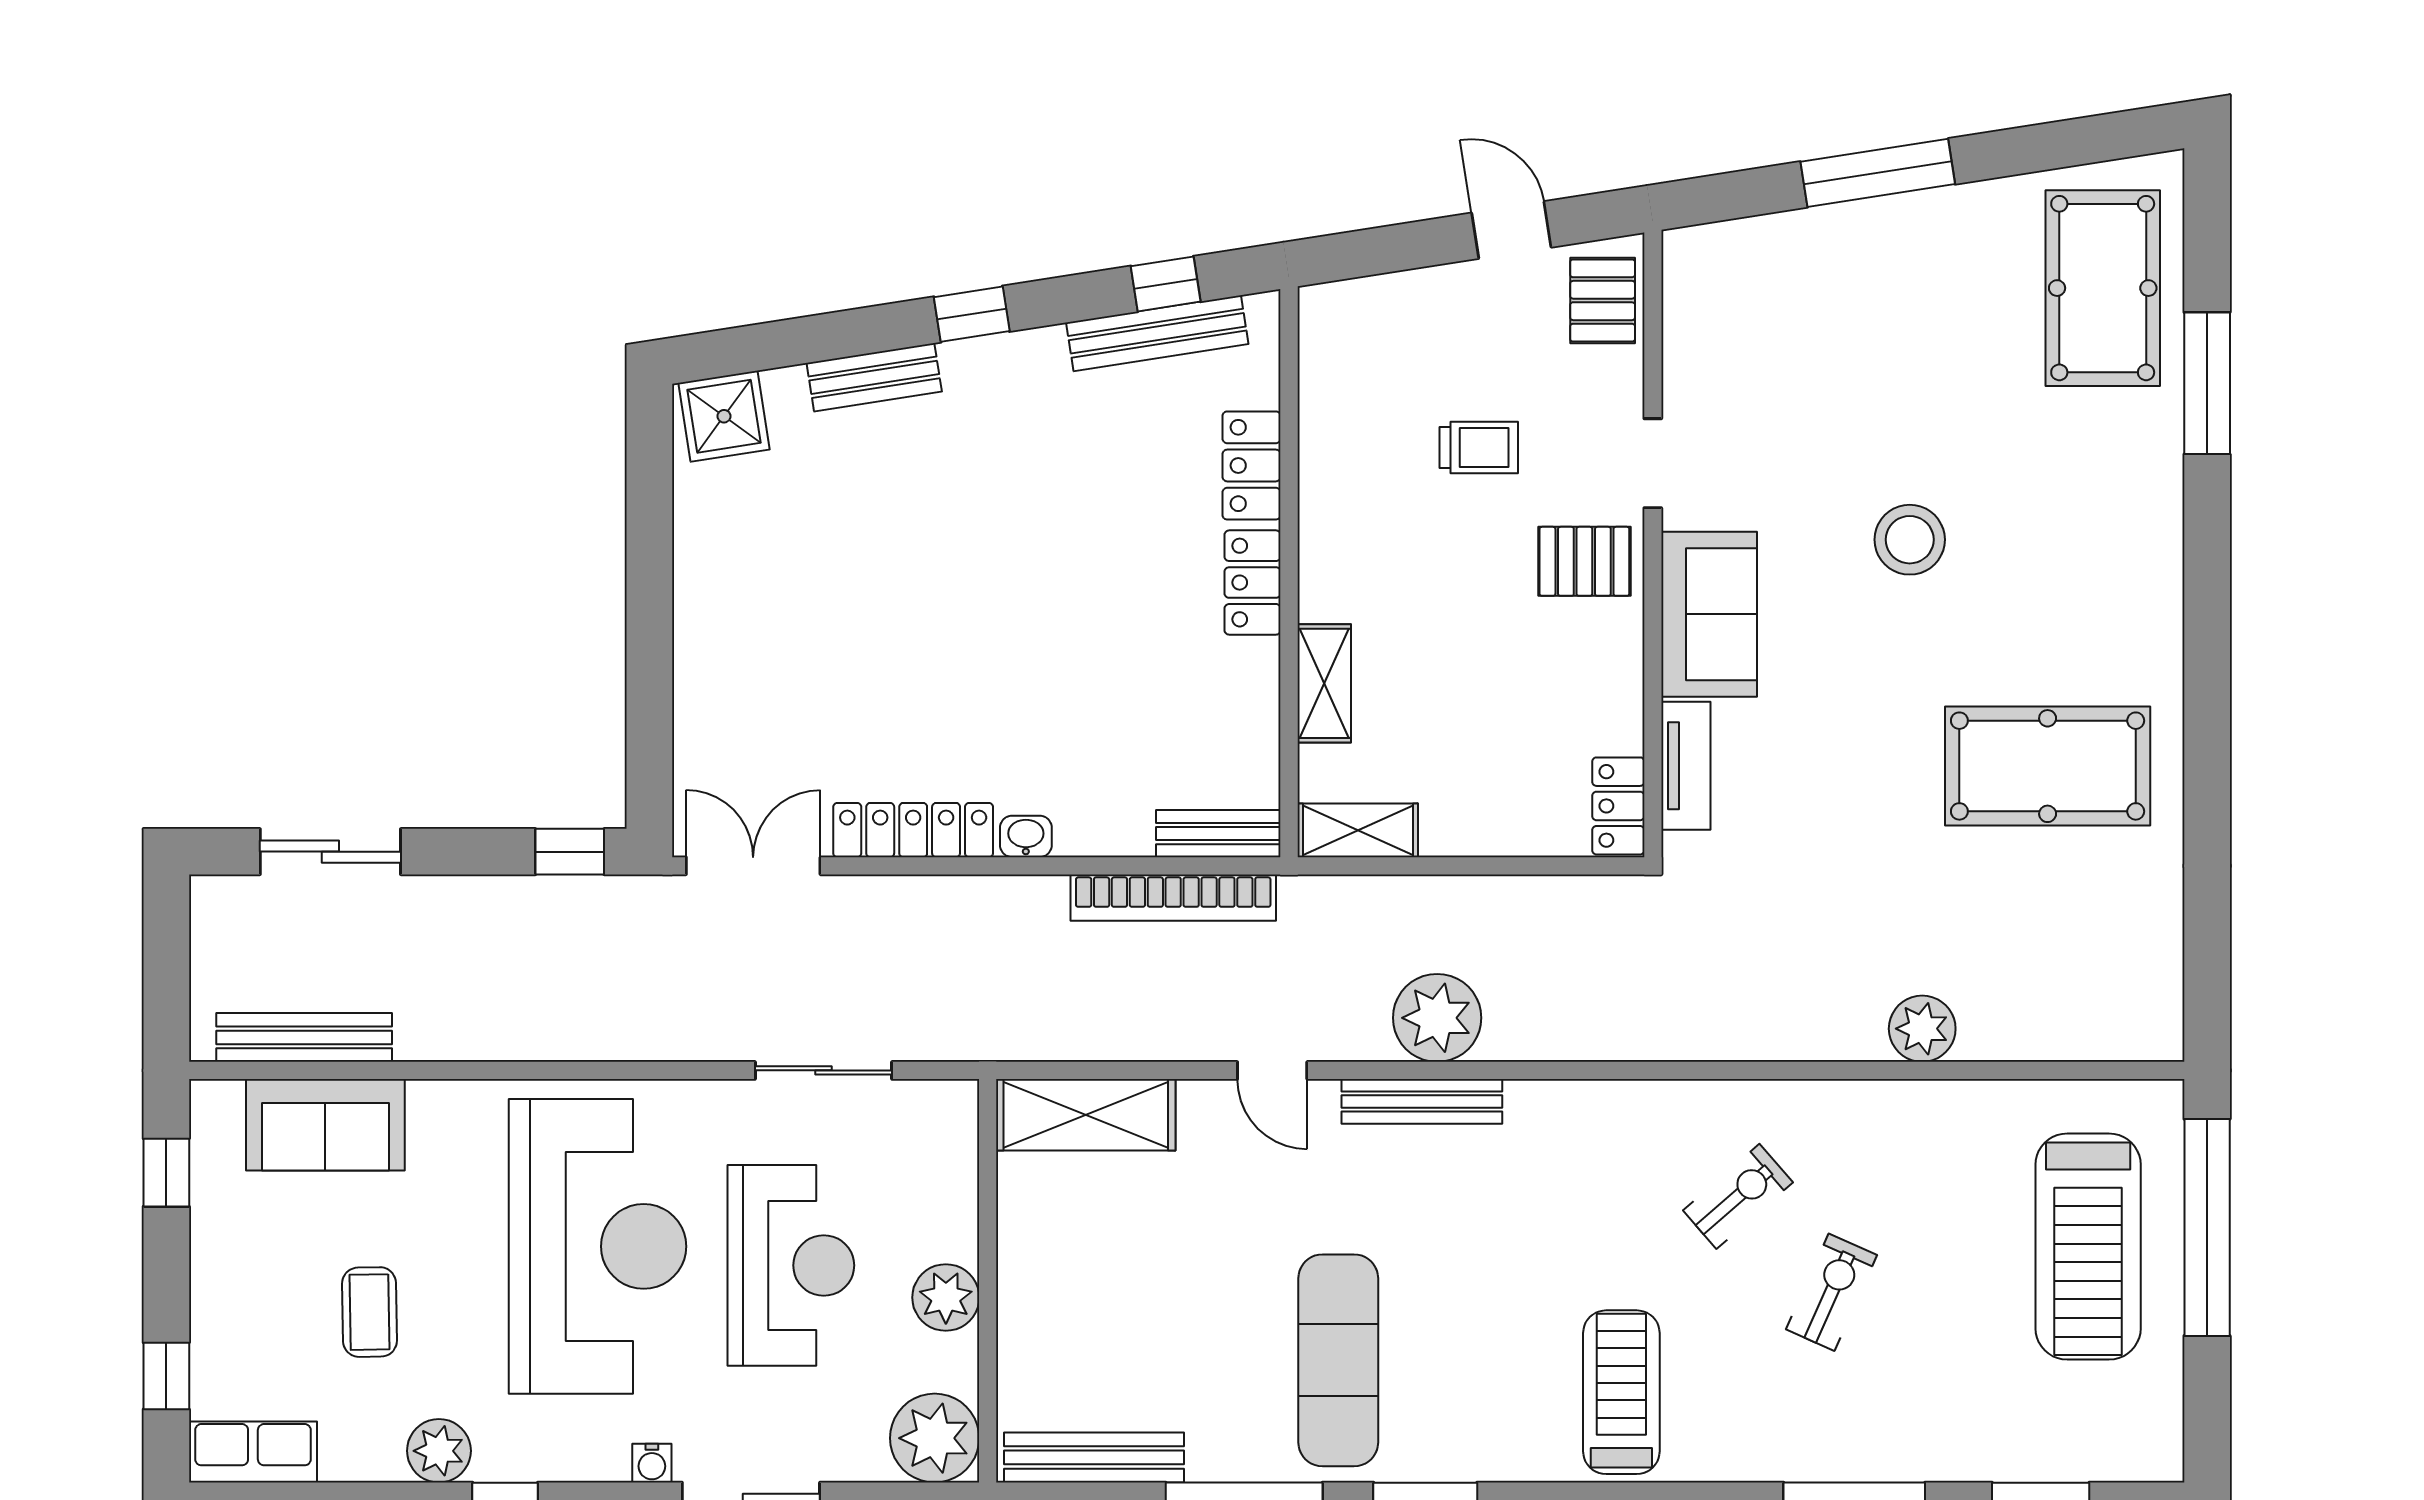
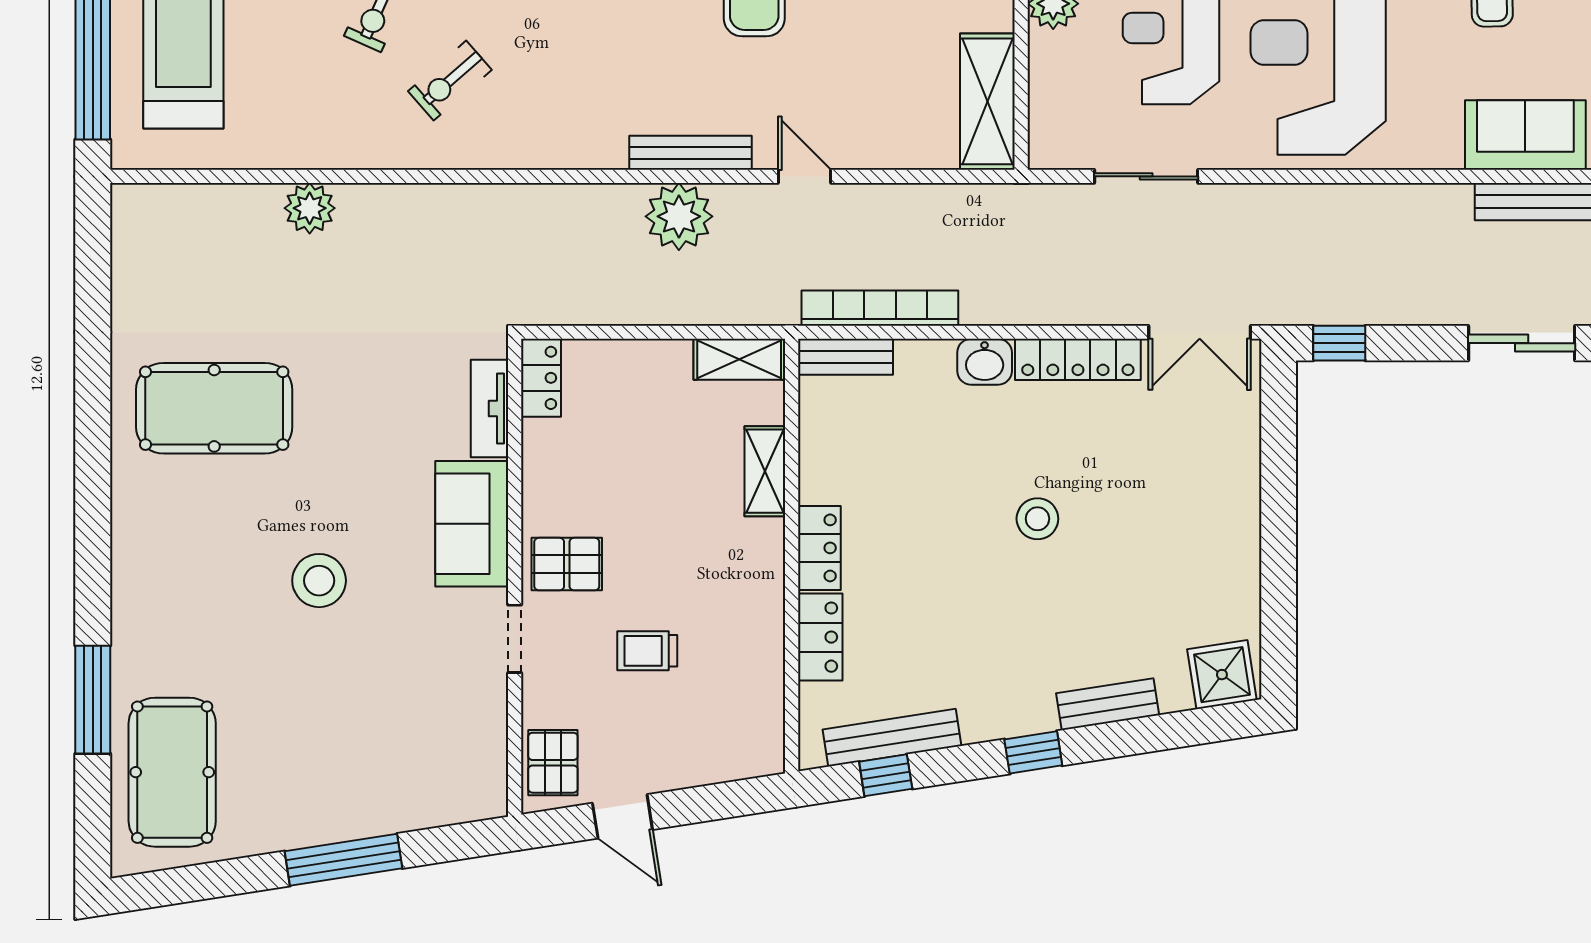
stool: (966, 621) -> (1037, 519), added
washbasin: (1026, 836) -> (985, 362), width x1.38, depth x1.45
shelving: (1086, 1115) -> (987, 101), moved, turned 90

